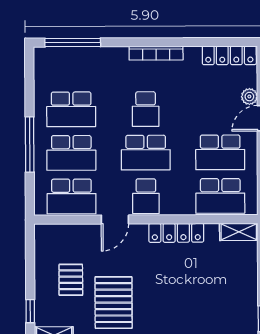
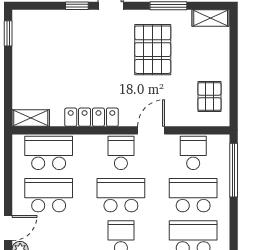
window: (30, 144) -> (234, 170), moved
school desk: (71, 196) -> (193, 153), width x0.54
pallet: (71, 280) -> (209, 96), moved
window: (30, 311) -> (234, 42), removed

